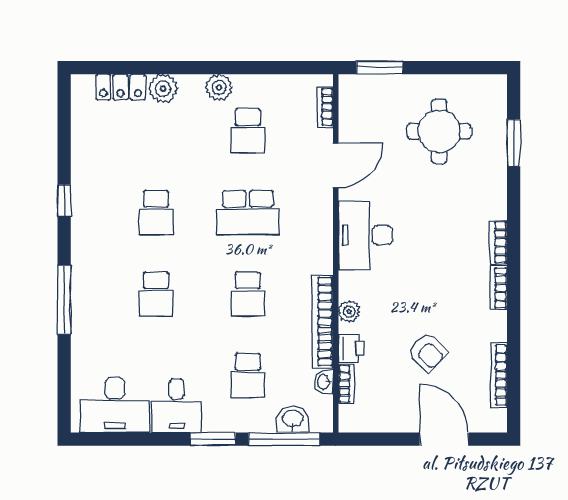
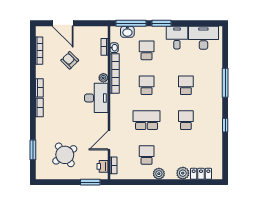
round table: (439, 131) -> (65, 155), turned -35
desk: (365, 235) -> (96, 98), moved
printer: (351, 348) -> (102, 166), moved

